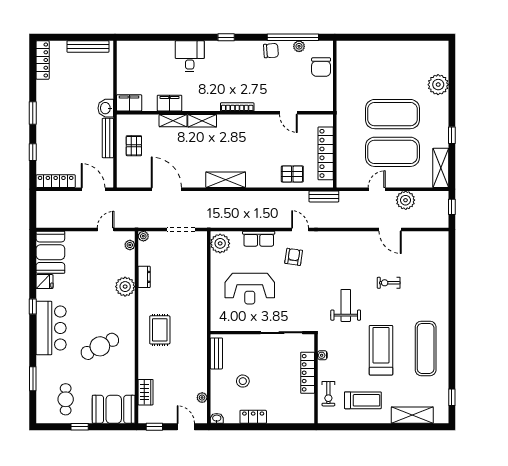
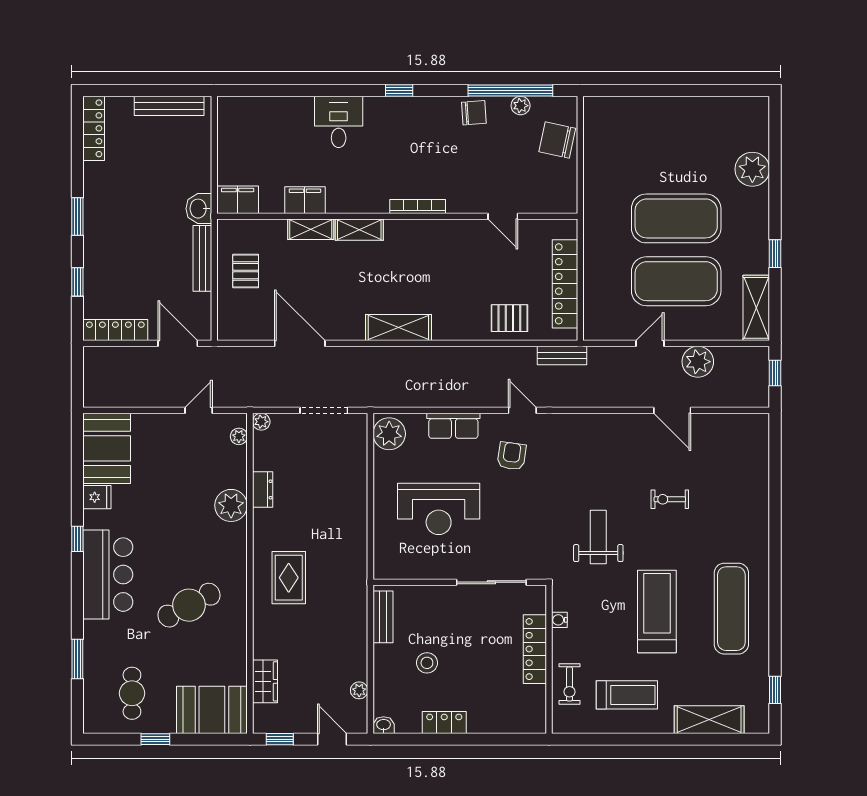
chair: (321, 67) -> (557, 140), turned 102

